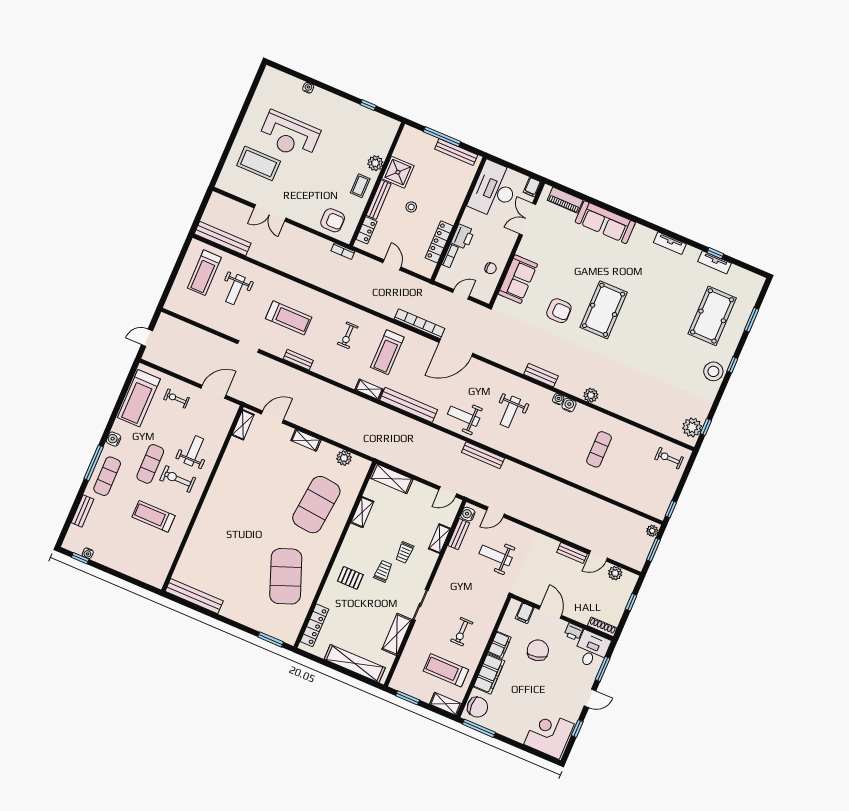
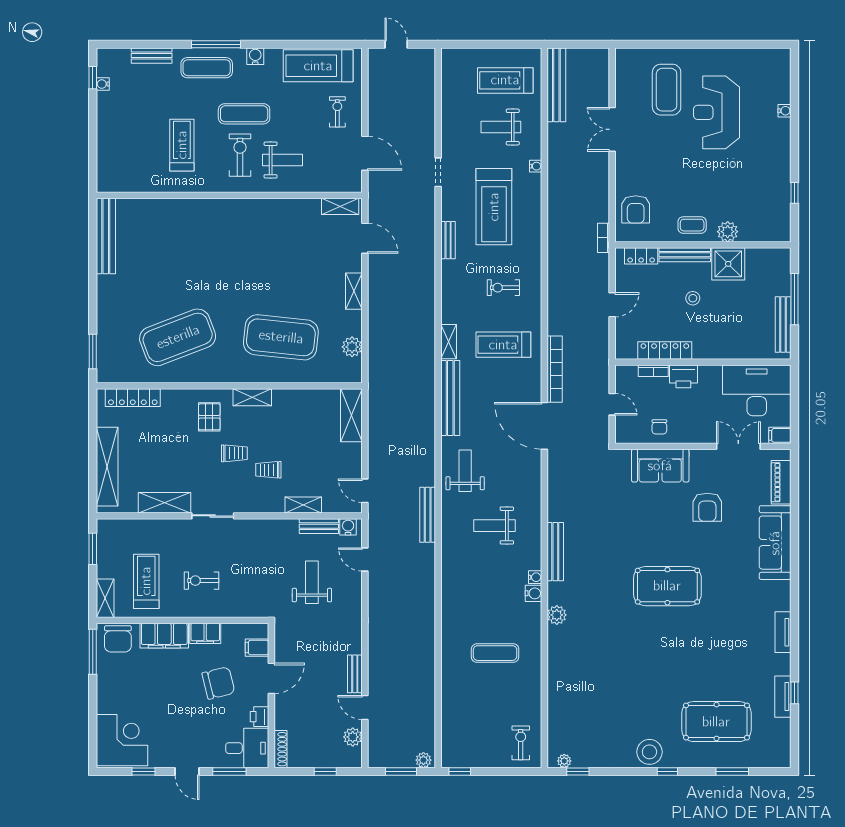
water cooler: (273, 277) -> (536, 166), added
armchair: (559, 311) -> (707, 507), moved
treadmill: (289, 318) -> (494, 207), width x1.37, depth x1.38
bench: (541, 375) -> (555, 552), width x1.36
plant: (692, 427) -> (564, 761), width x0.53, depth x0.53
shelving: (362, 512) -> (252, 397), moved

